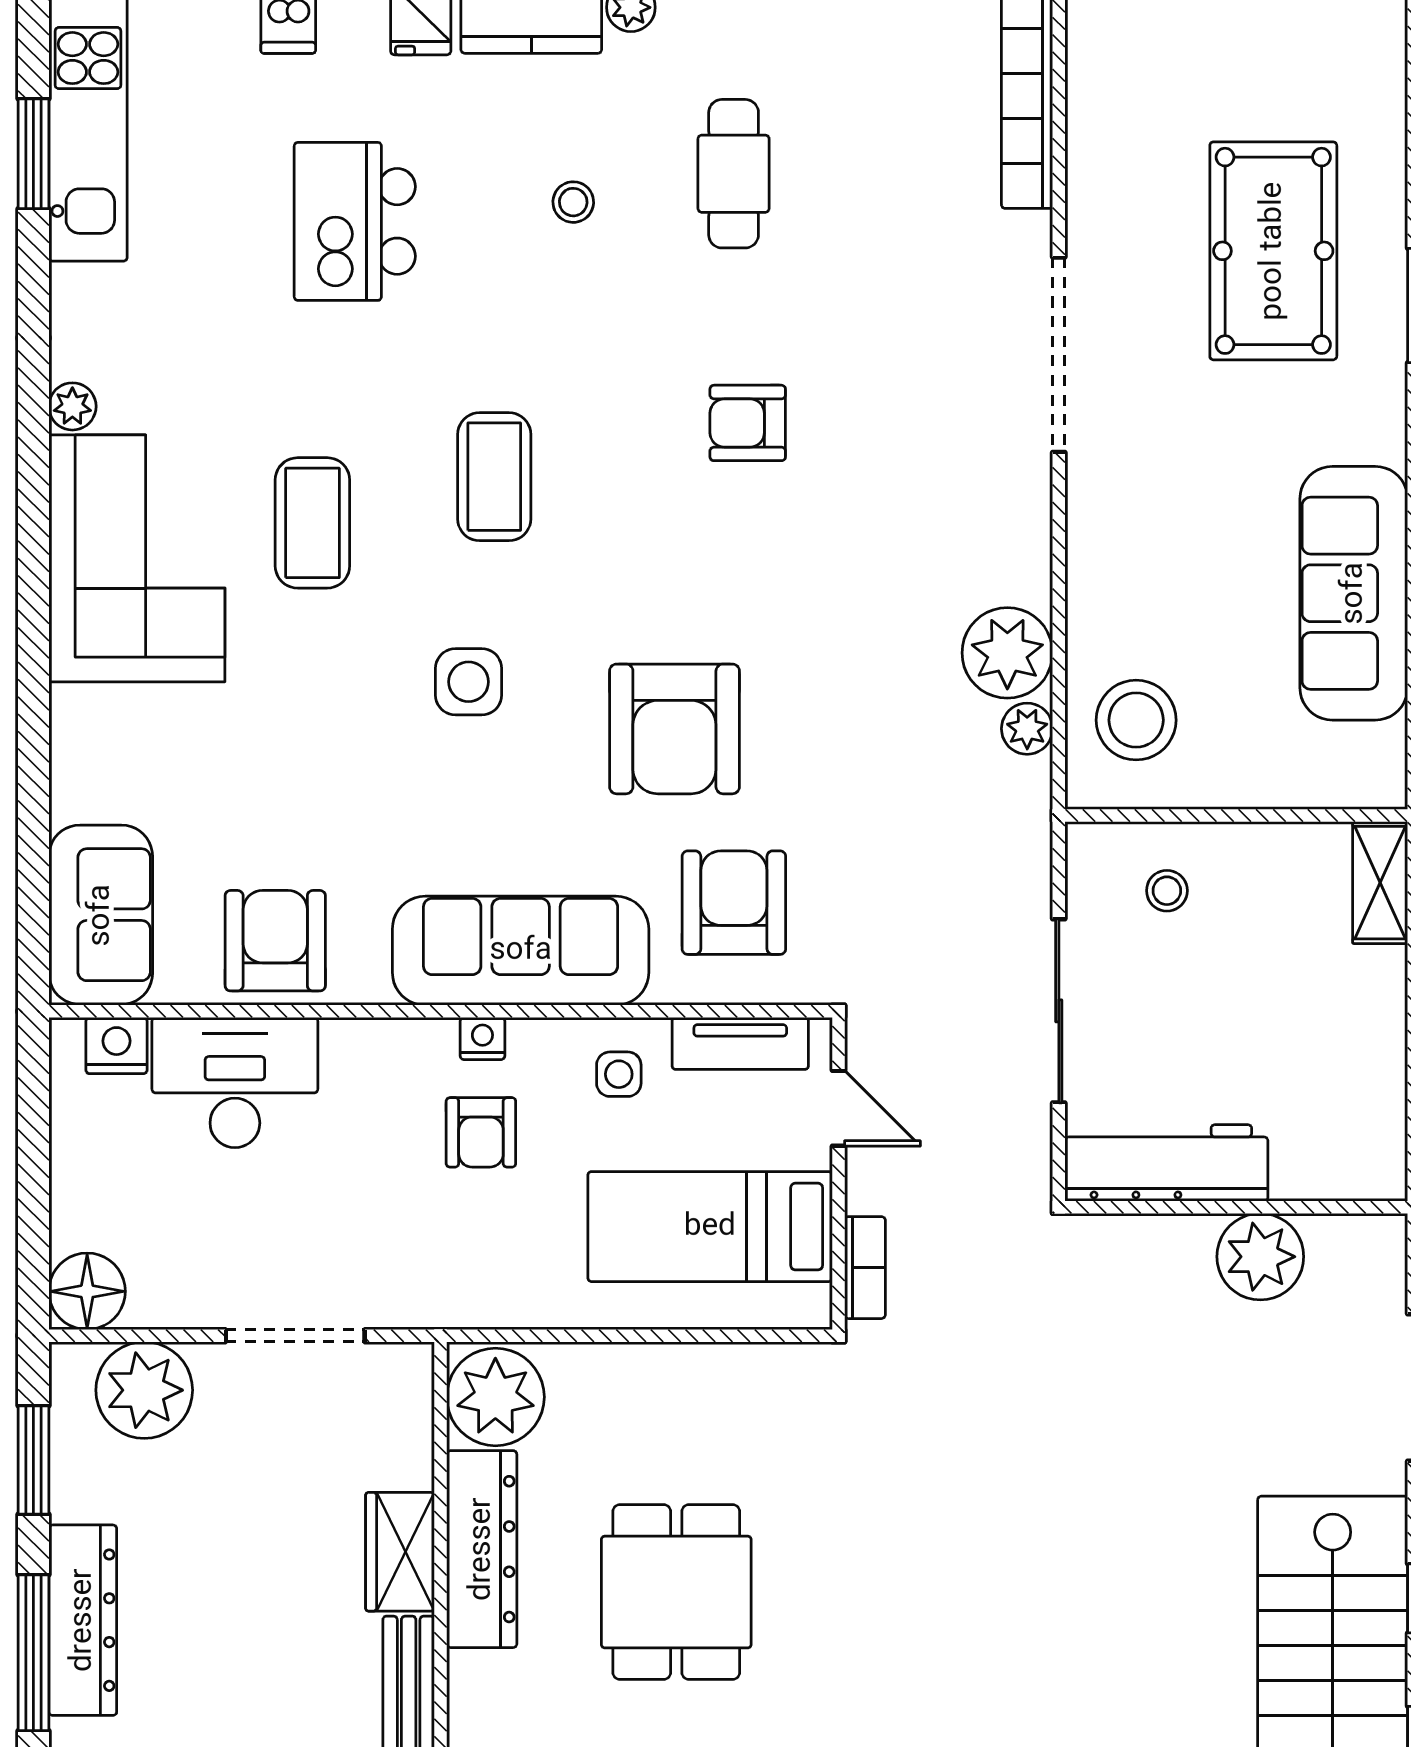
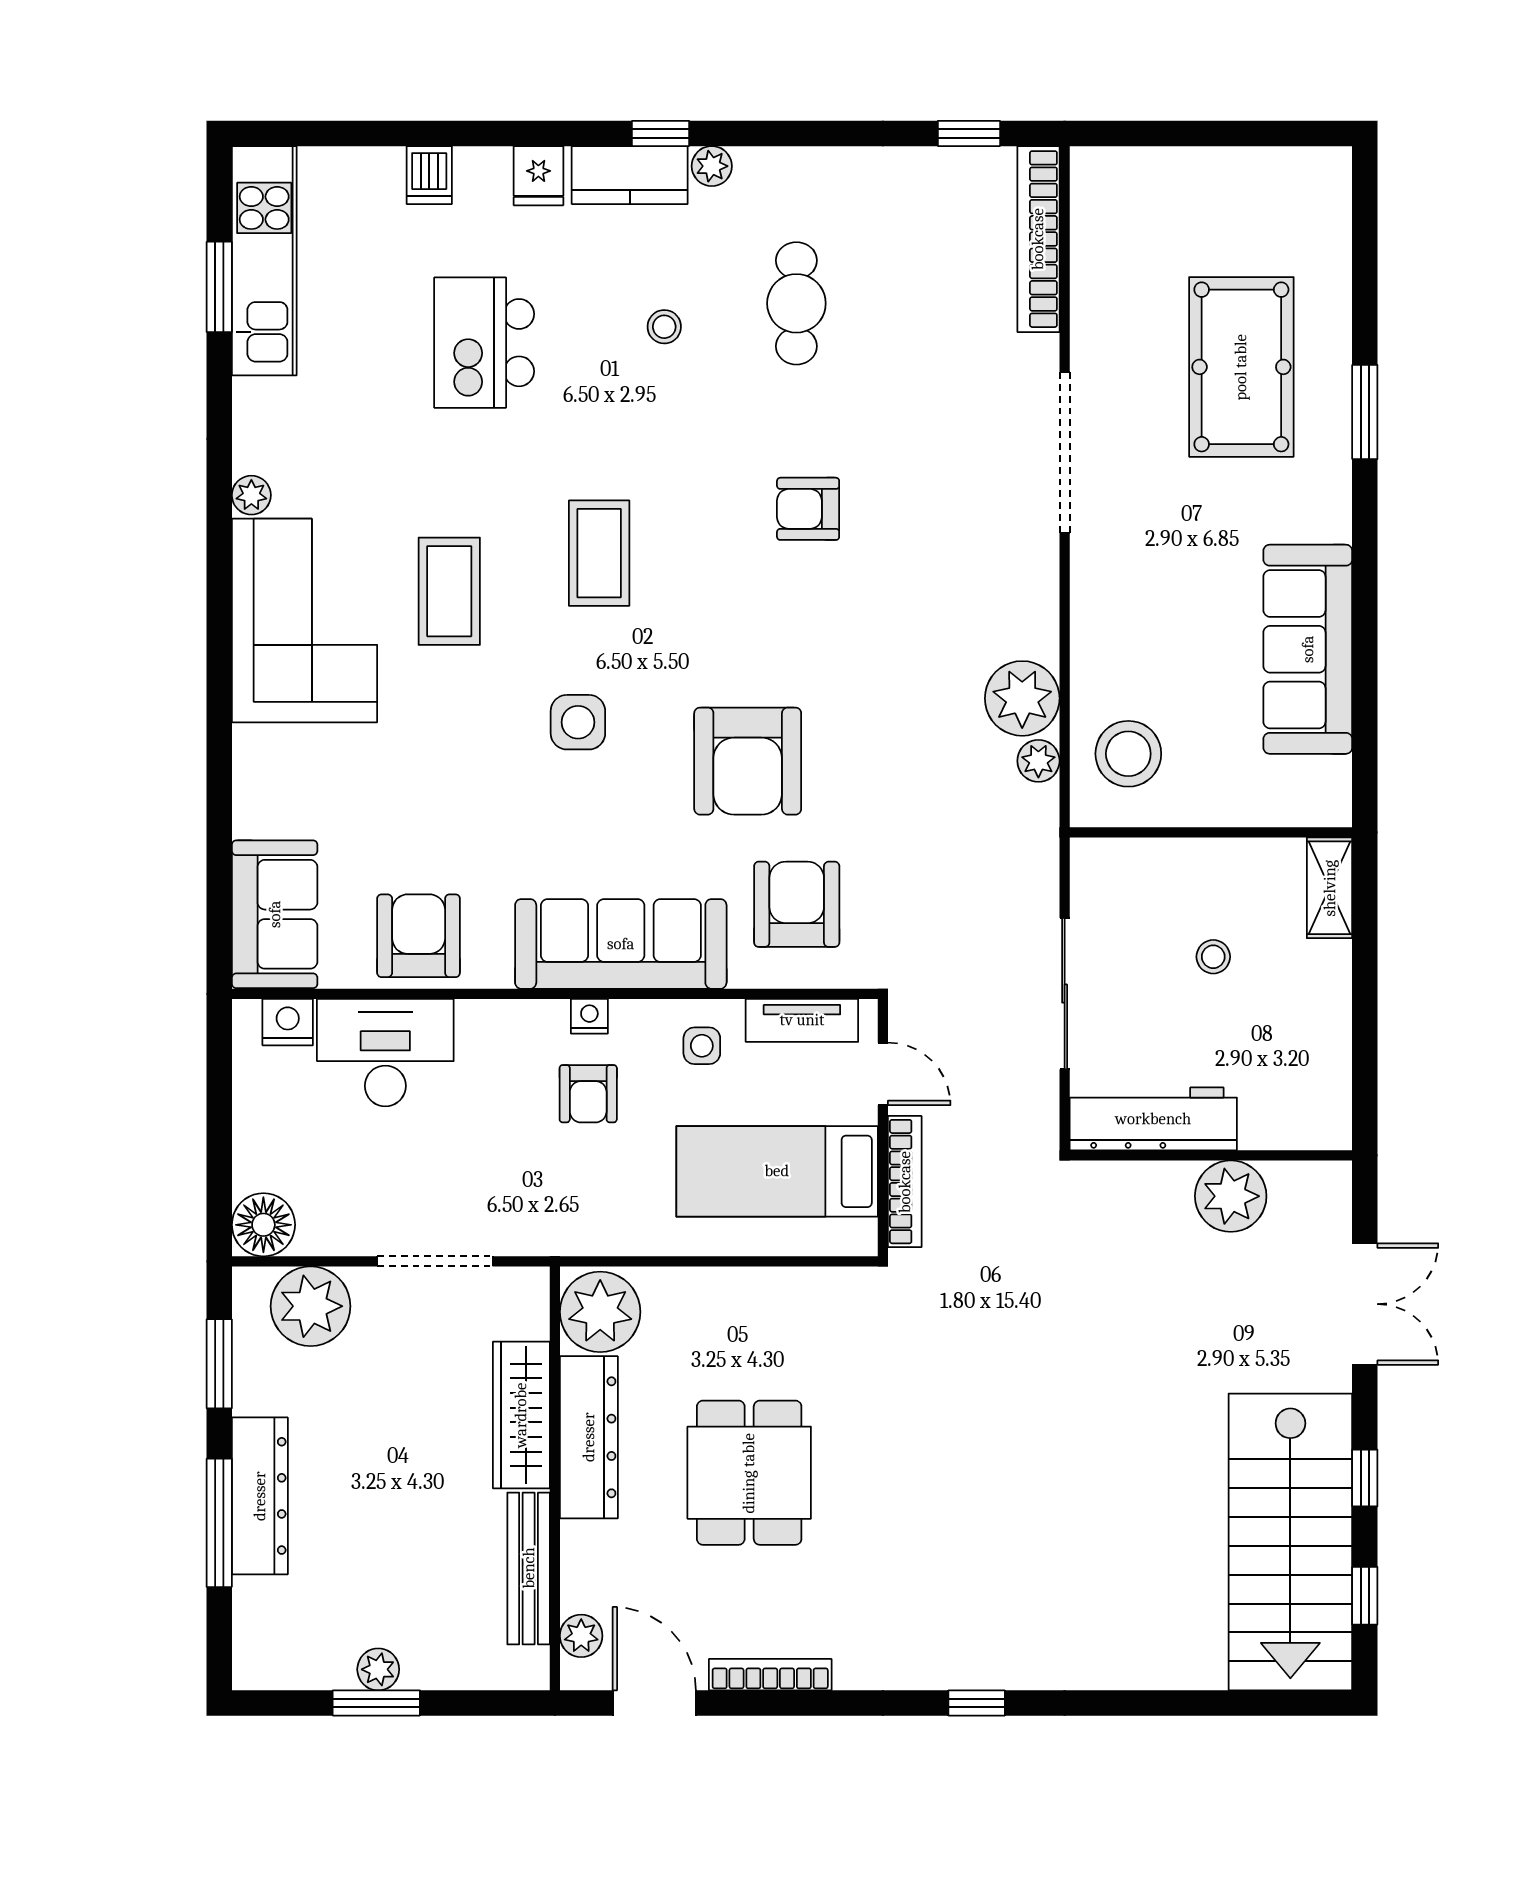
stool: (1167, 891) -> (1213, 957), moved
bookcase: (865, 1268) -> (905, 1182), width x1.56
wardrobe: (400, 1552) -> (521, 1415), width x1.50

